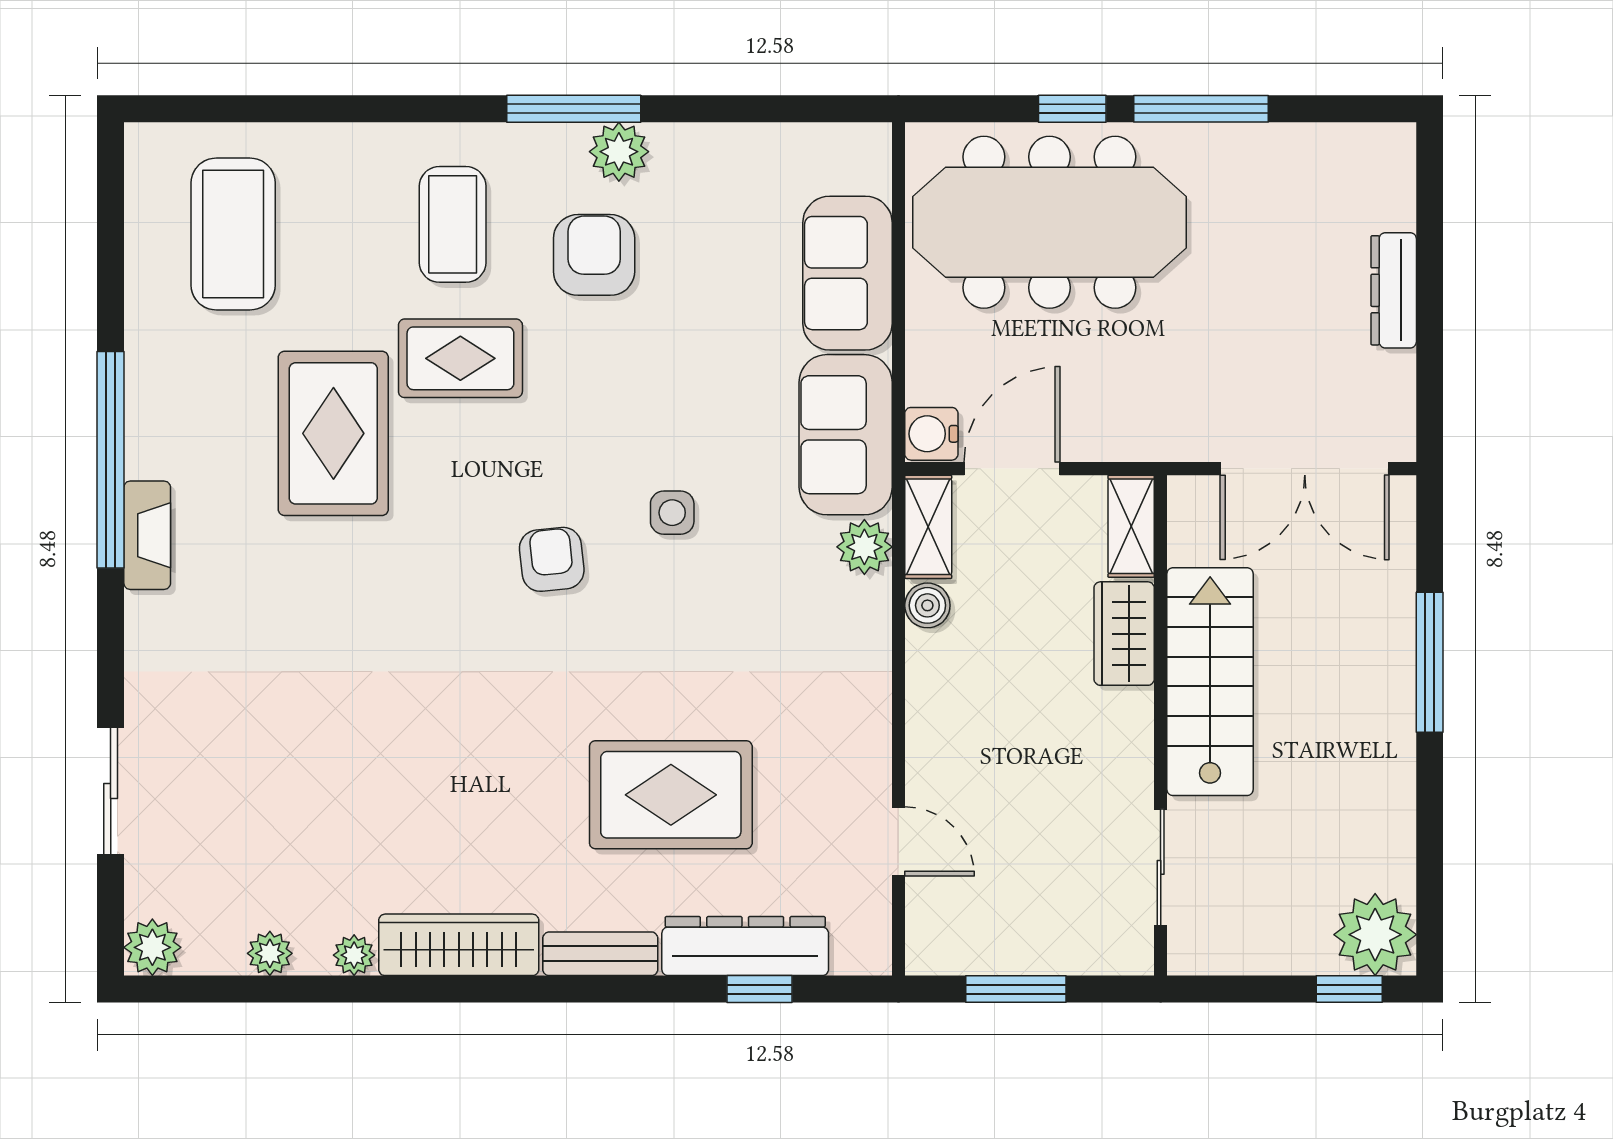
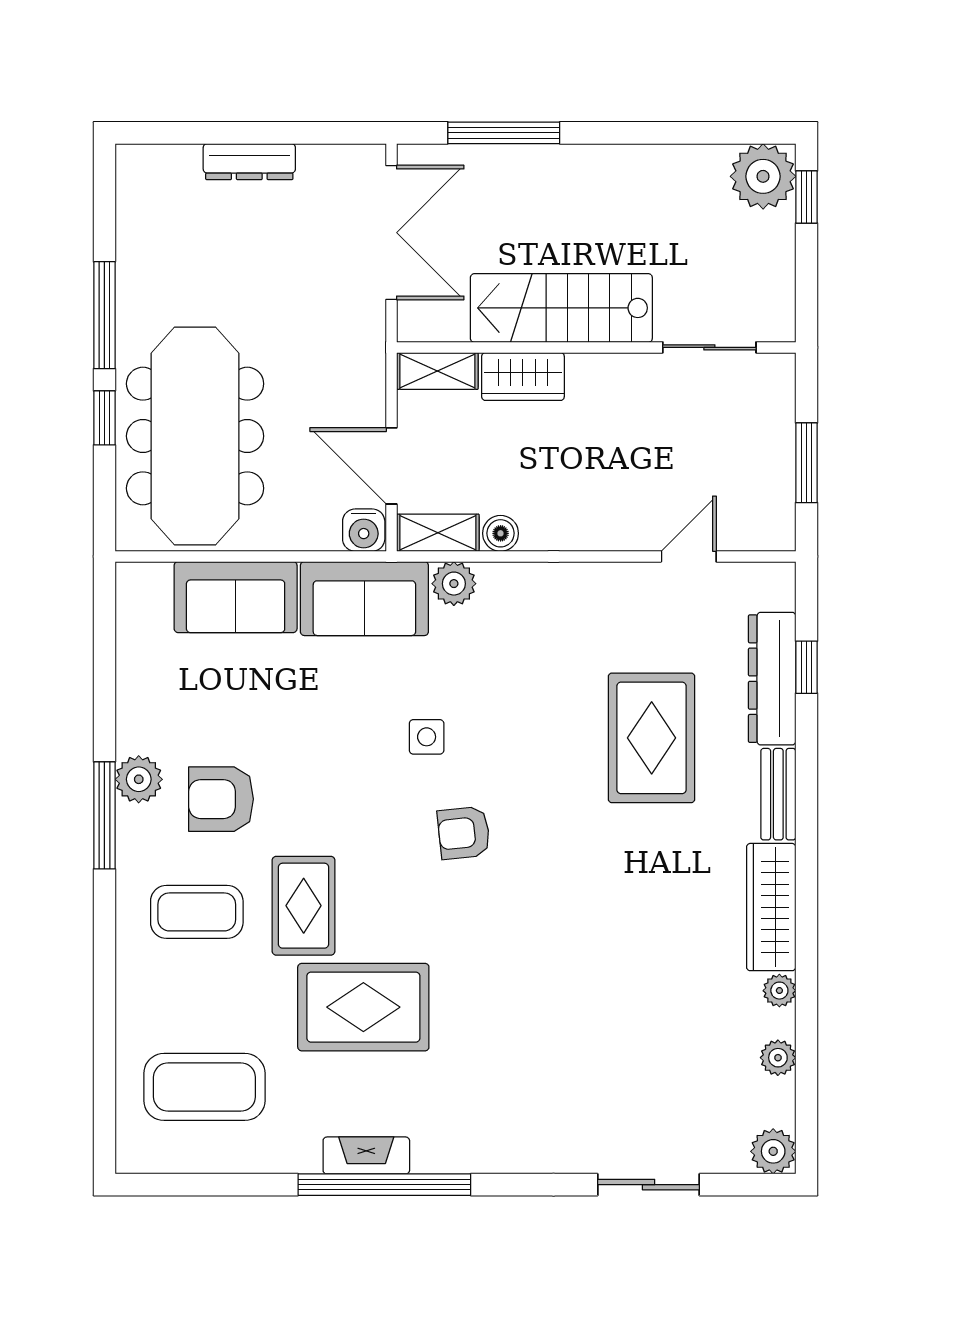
fireplace: (147, 535) -> (366, 1155), moved
window: (1430, 662) -> (504, 133), moved

